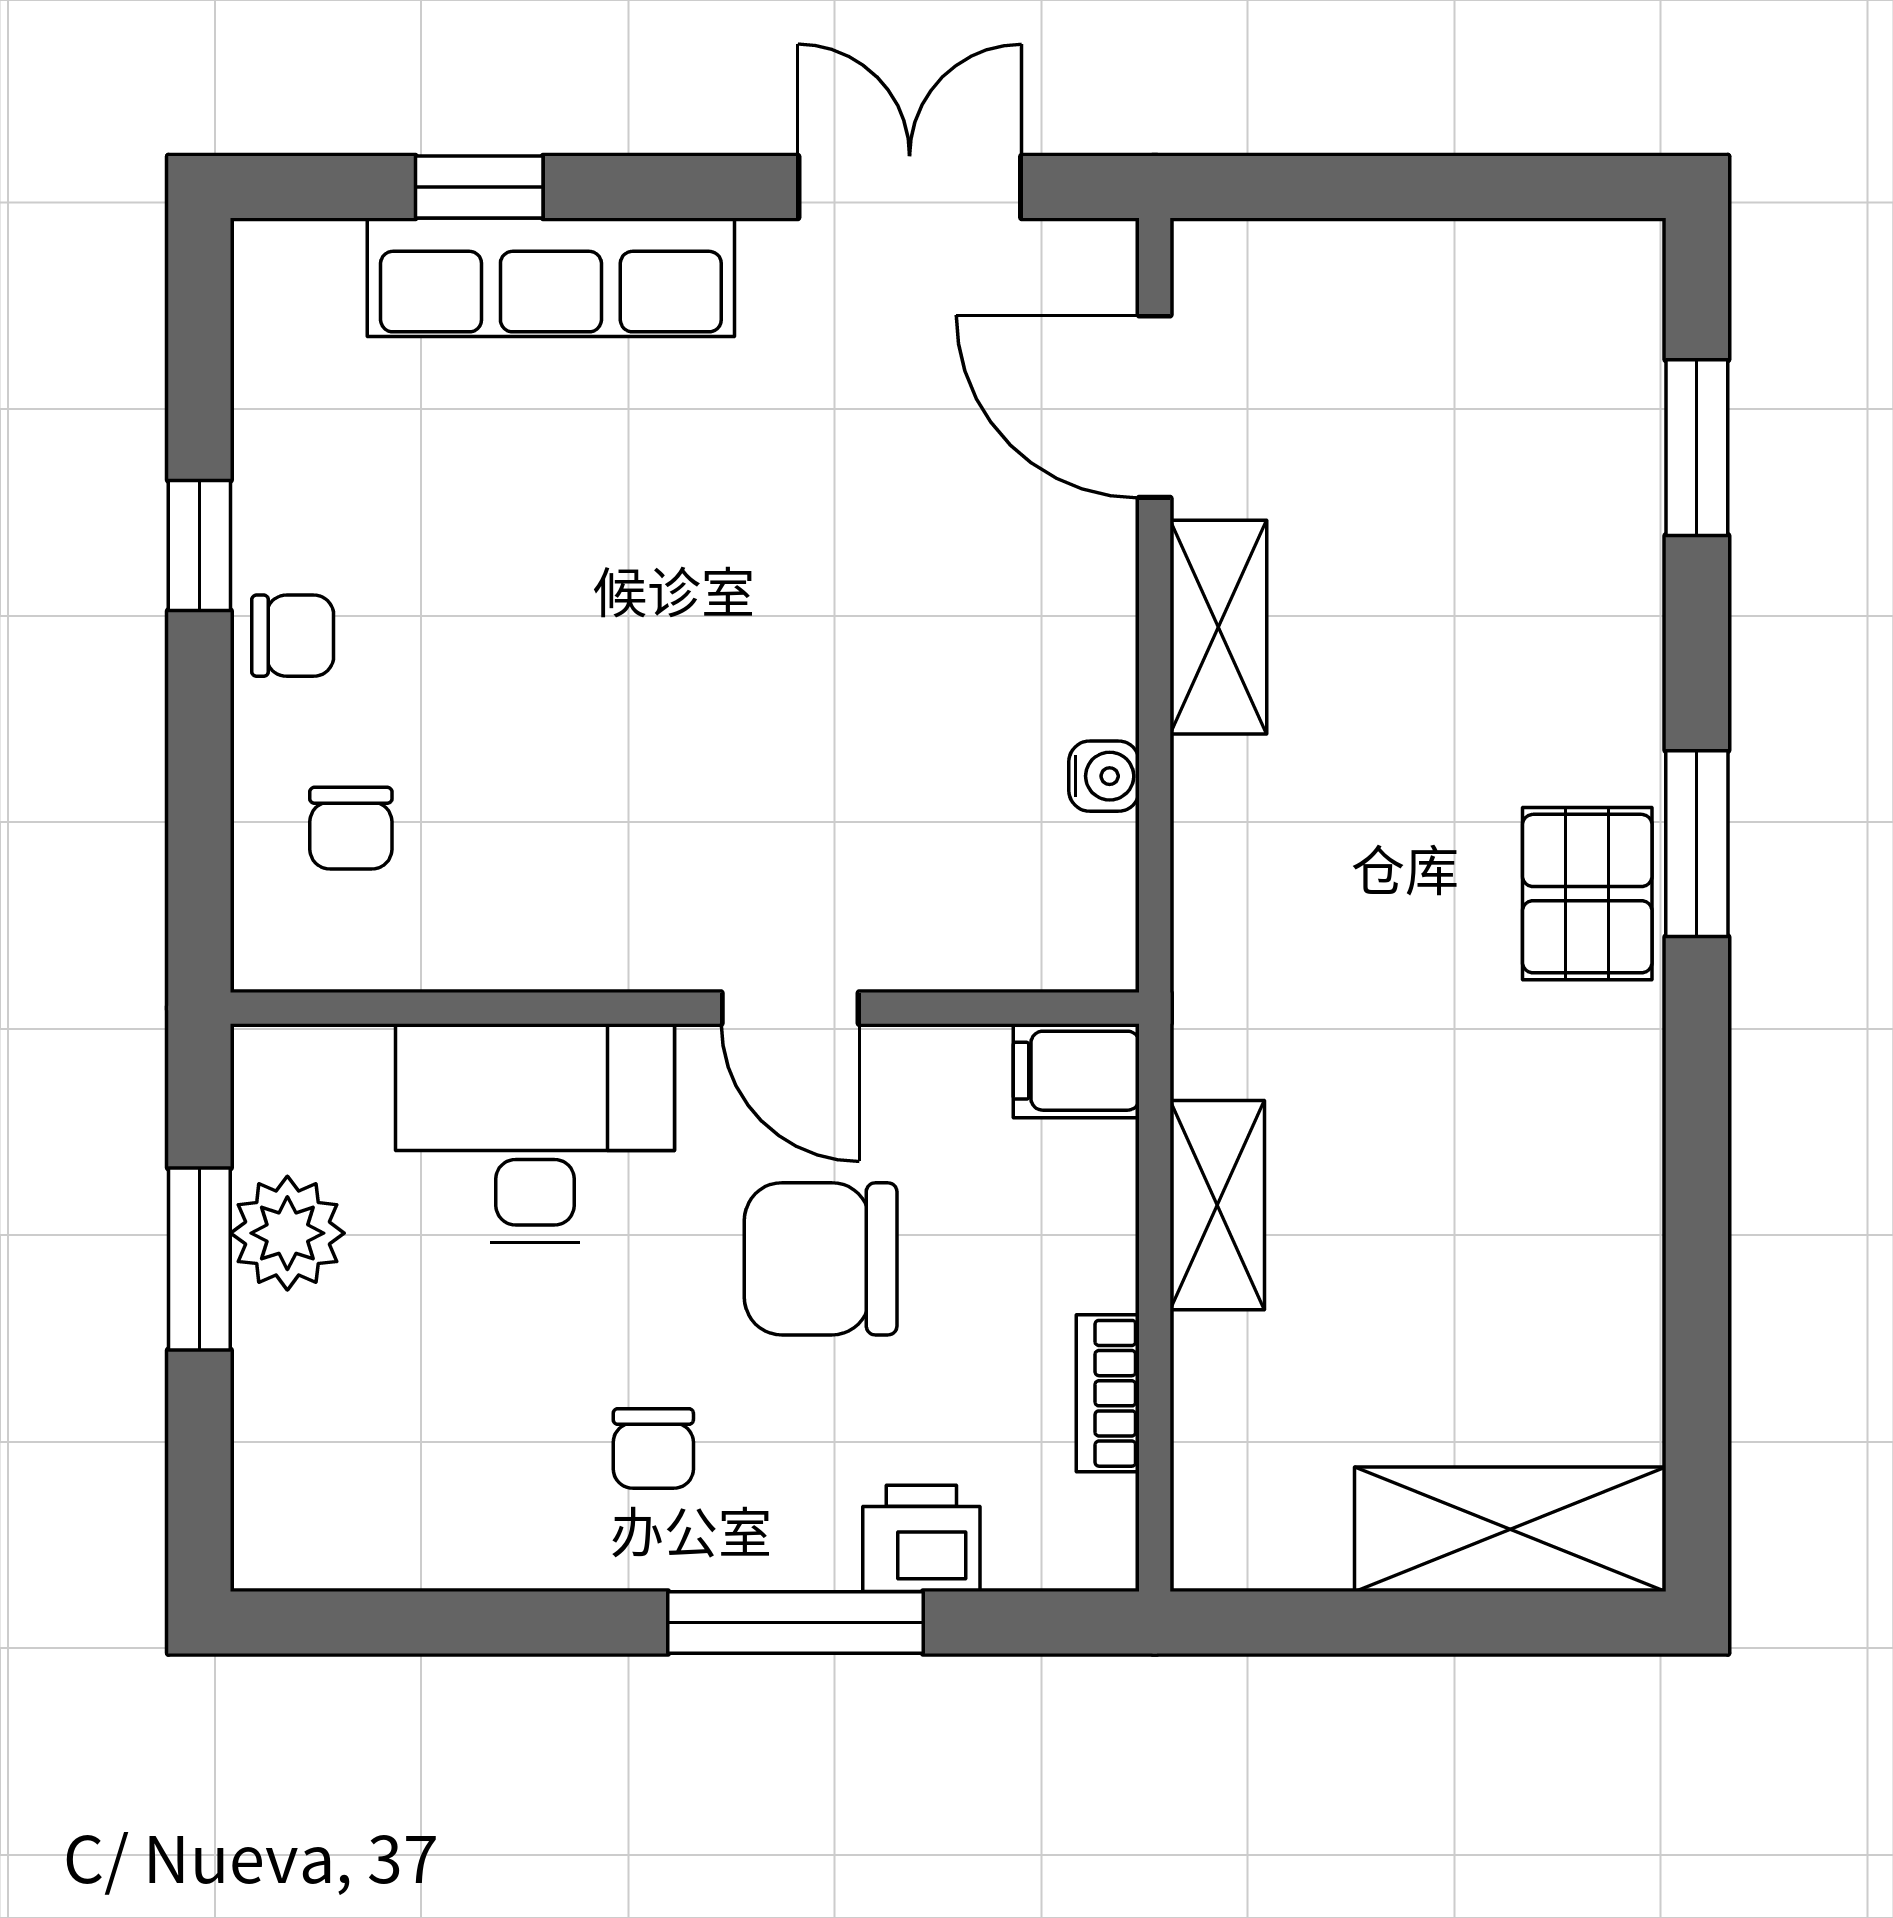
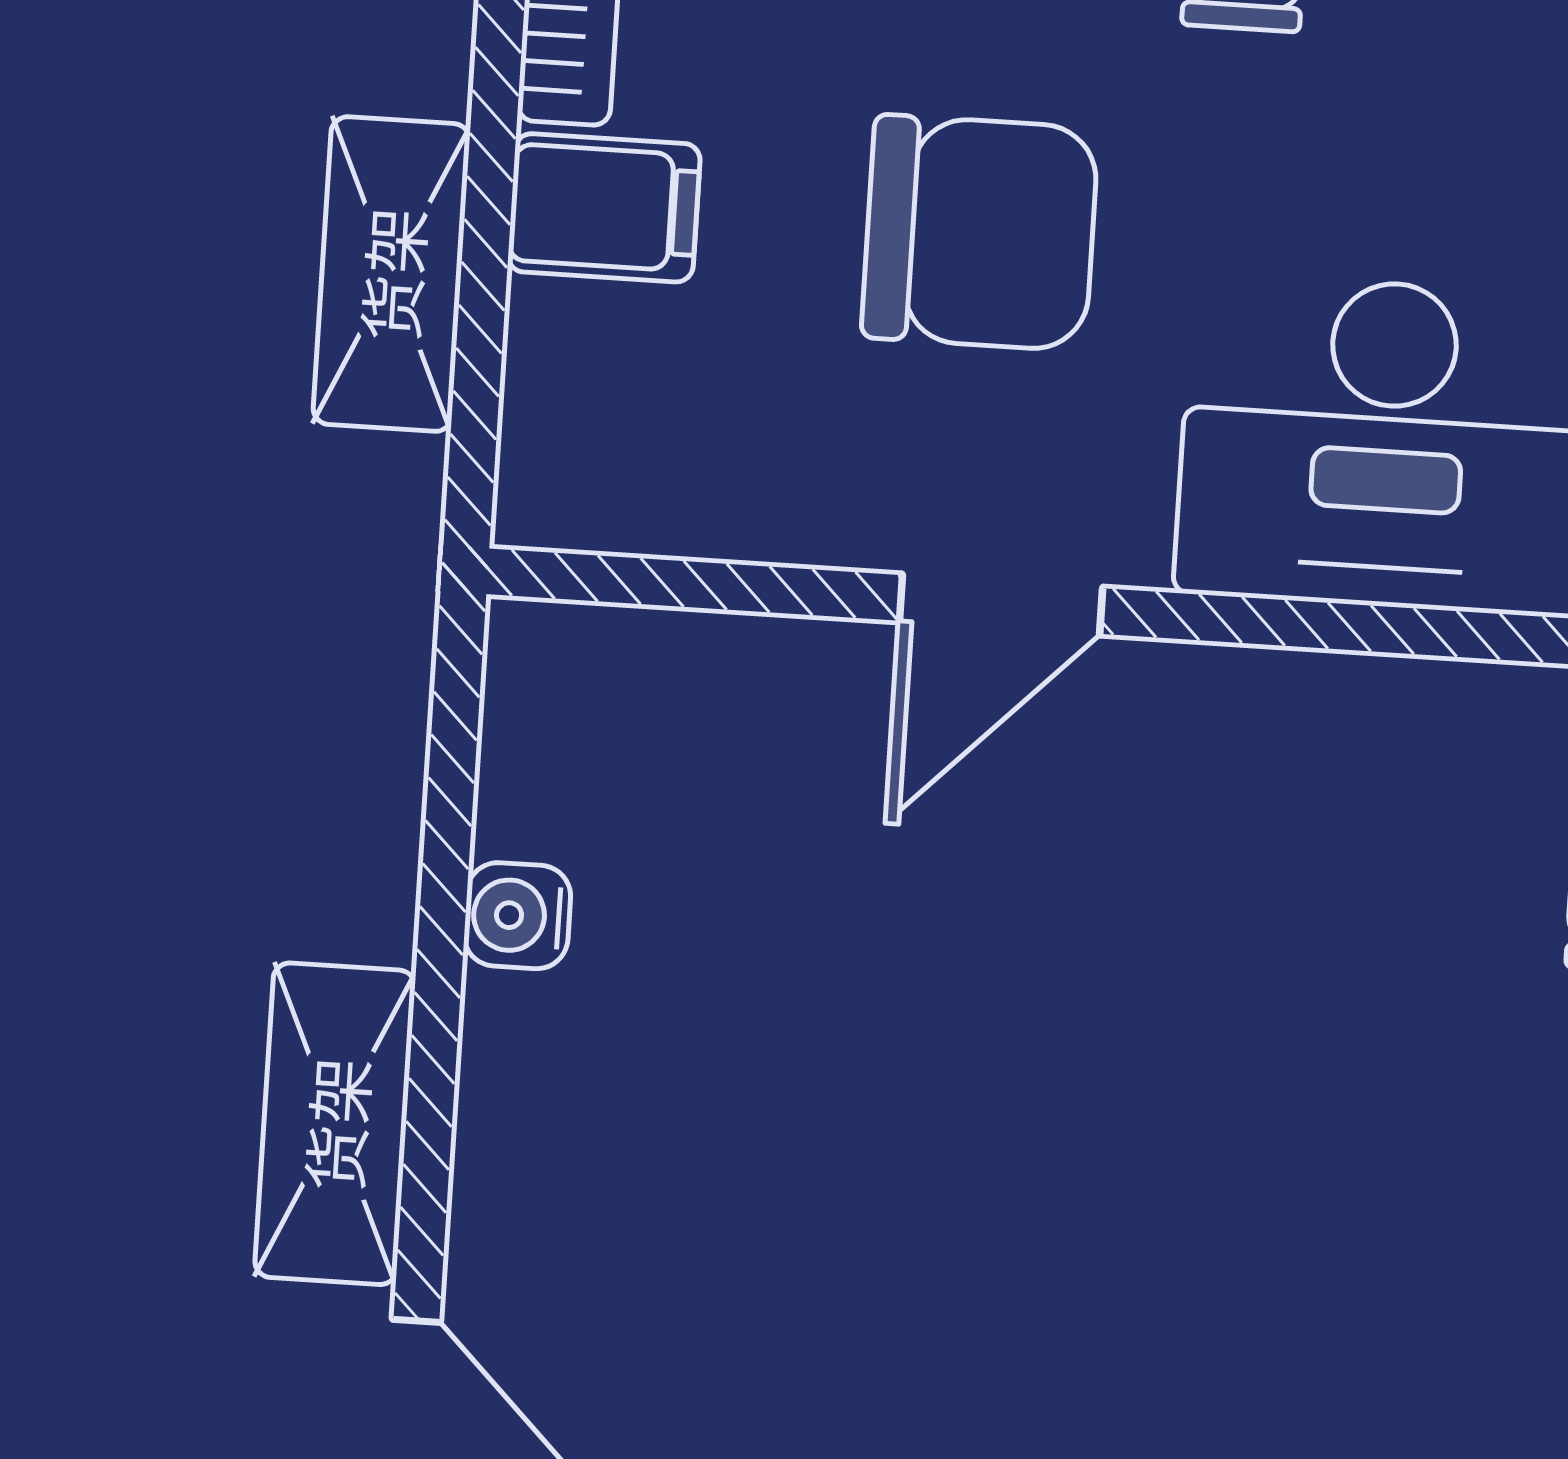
door: (790, 1008) -> (1001, 604), swing flipped
filing cabinet: (1076, 1071) -> (604, 208), moved

